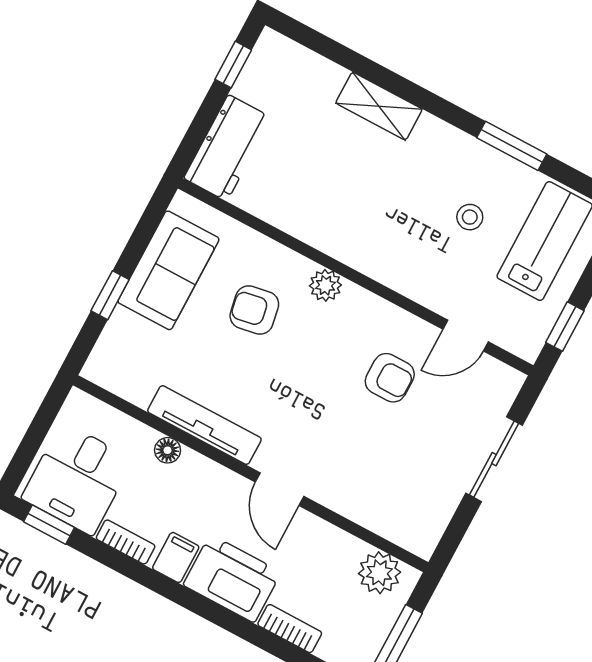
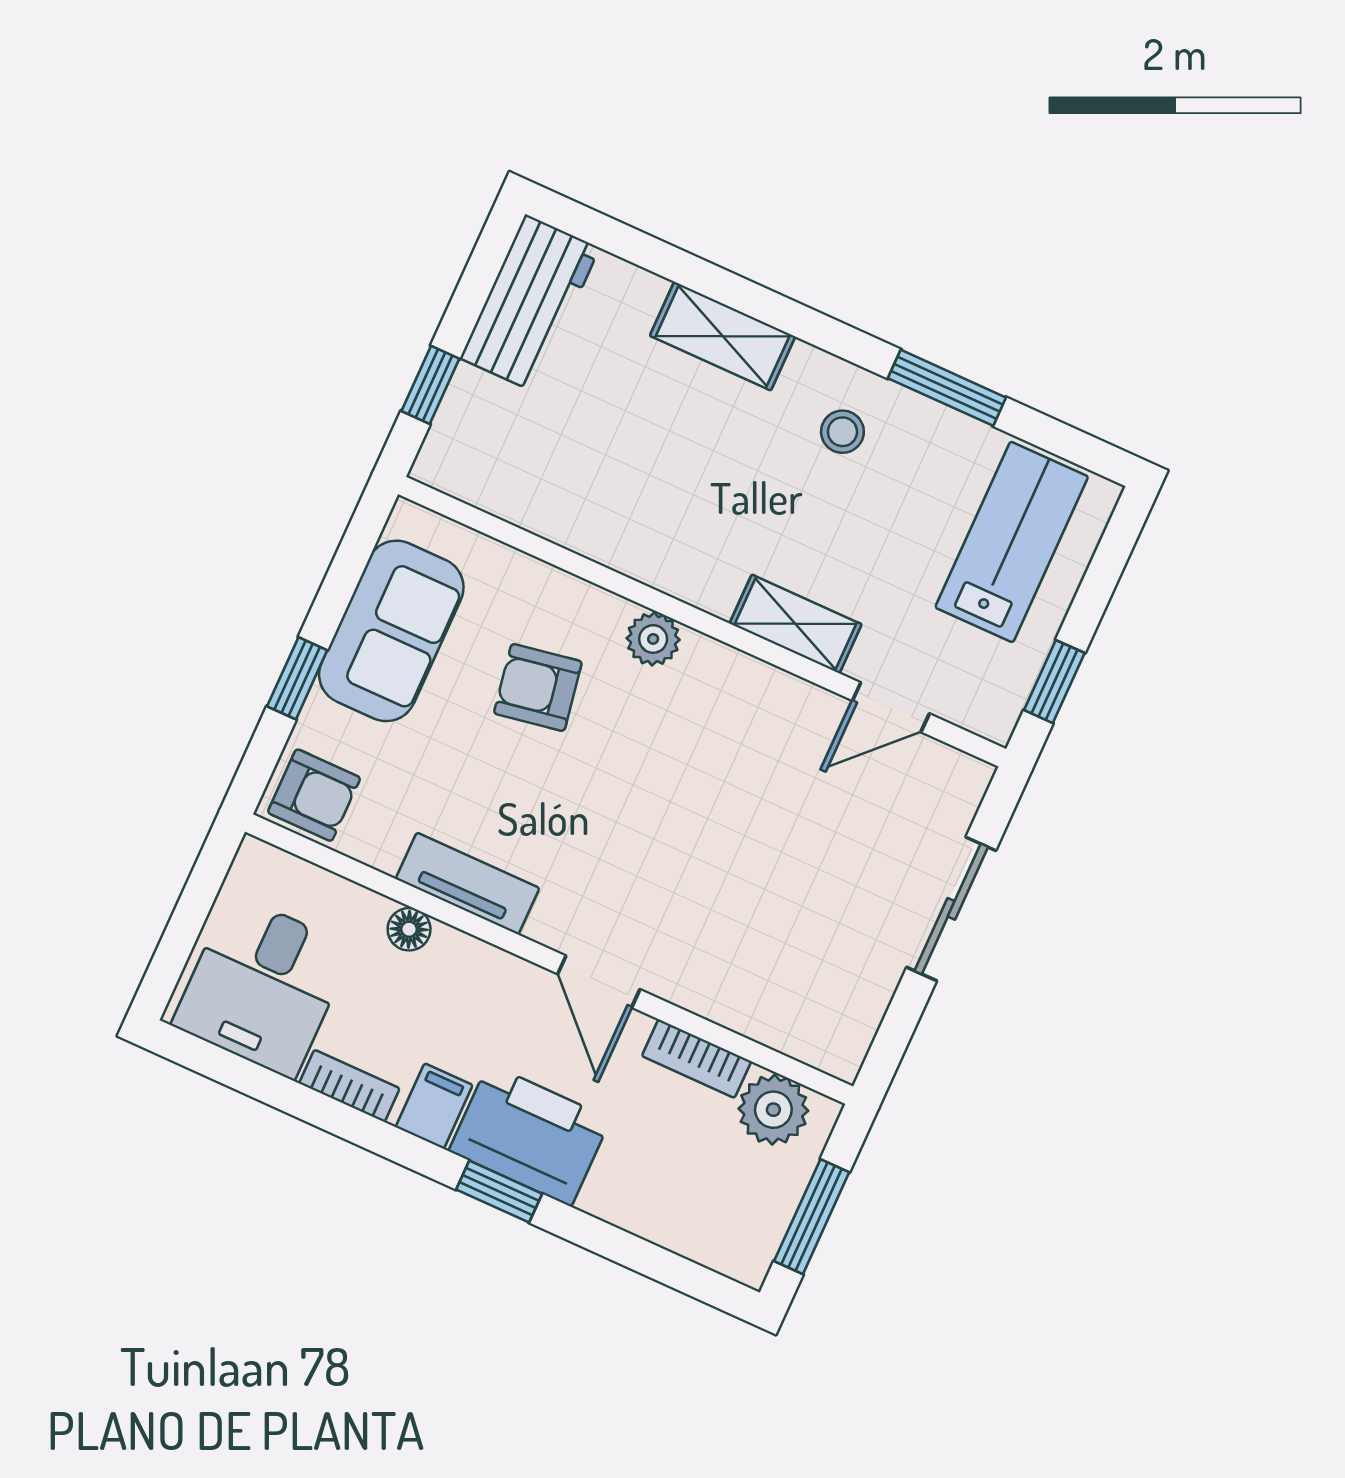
window: (233, 65) -> (430, 385), moved
workbench: (228, 148) -> (530, 303), moved
stool: (470, 217) -> (842, 432), moved
shelving: (412, 282) -> (796, 624), added
armchair: (390, 378) -> (314, 795), moved
tv unit: (204, 425) -> (468, 883), width x0.71
window: (49, 525) -> (499, 1192), moved
bookcase: (290, 629) -> (697, 1059), moved, turned 180

